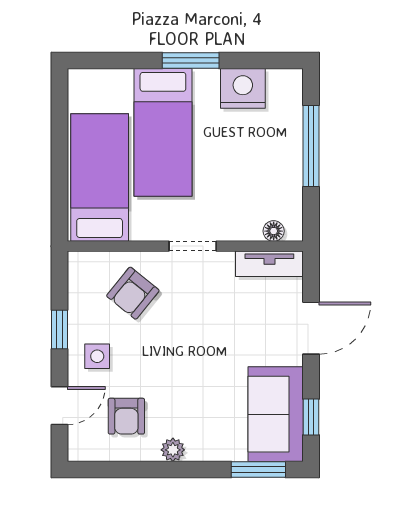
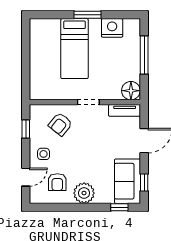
bed: (100, 178) -> (45, 70), removed
floor lamp: (274, 231) -> (131, 91), width x1.89, depth x1.89
window: (59, 330) -> (26, 129), moved
plant: (173, 450) -> (84, 193), width x1.87, depth x1.87
window: (258, 470) -> (119, 207), width x0.67

